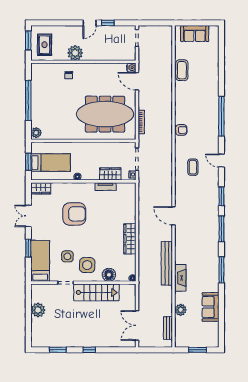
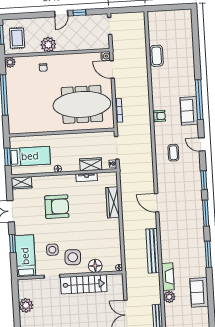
sofa: (195, 34) -> (189, 111), moved, turned 90
plant: (36, 133) -> (10, 62), moved
wardrobe: (130, 239) -> (113, 202), moved
fireplace: (180, 278) -> (168, 277), moved

